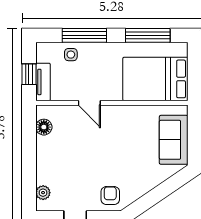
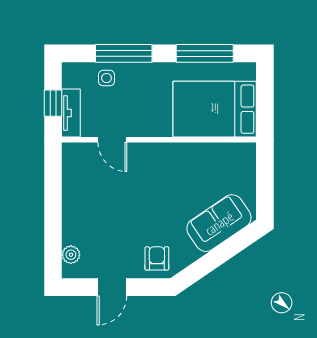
door: (89, 103) -> (112, 140), moved
floor lamp: (44, 127) -> (72, 171), removed
sofa: (174, 140) -> (219, 223), moved, turned 56

